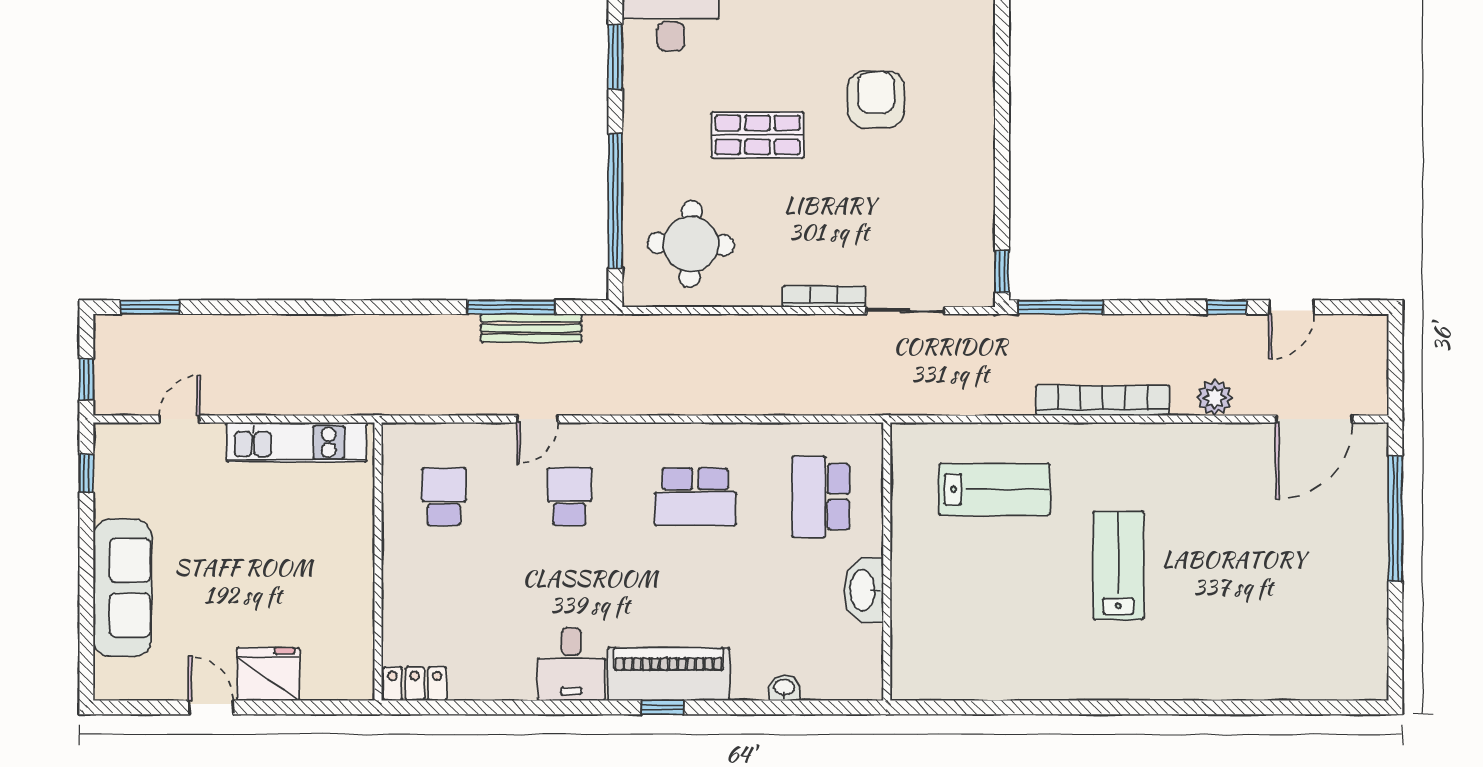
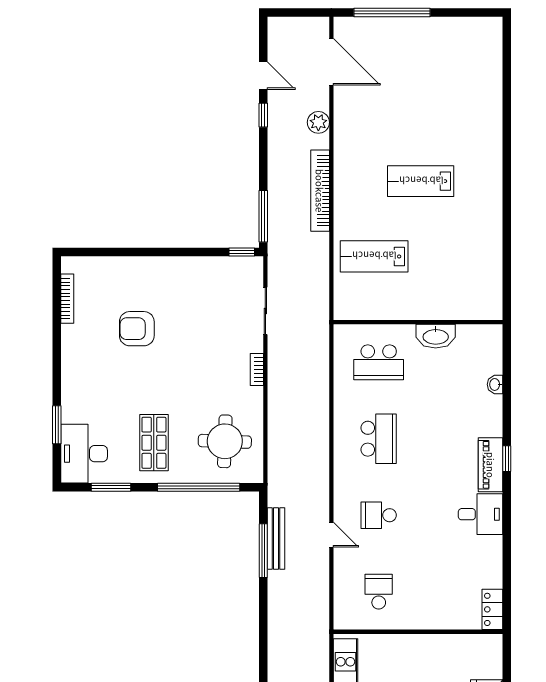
shop shelf: (758, 135) -> (154, 443), moved
bookcase: (824, 297) -> (257, 369), width x0.64
lab bench: (994, 489) -> (374, 256), turned -90
school desk: (444, 497) -> (379, 592), turned 90
piano: (669, 674) -> (491, 465), width x0.73, depth x0.75

